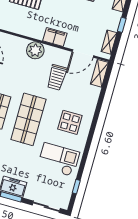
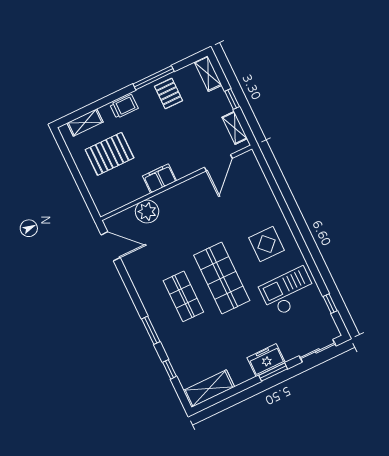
filing cabinet: (55, 37) -> (160, 178), moved
plant: (35, 50) -> (147, 212), moved
shelving: (100, 73) -> (253, 168), removed
trolley: (57, 77) -> (213, 210), removed

